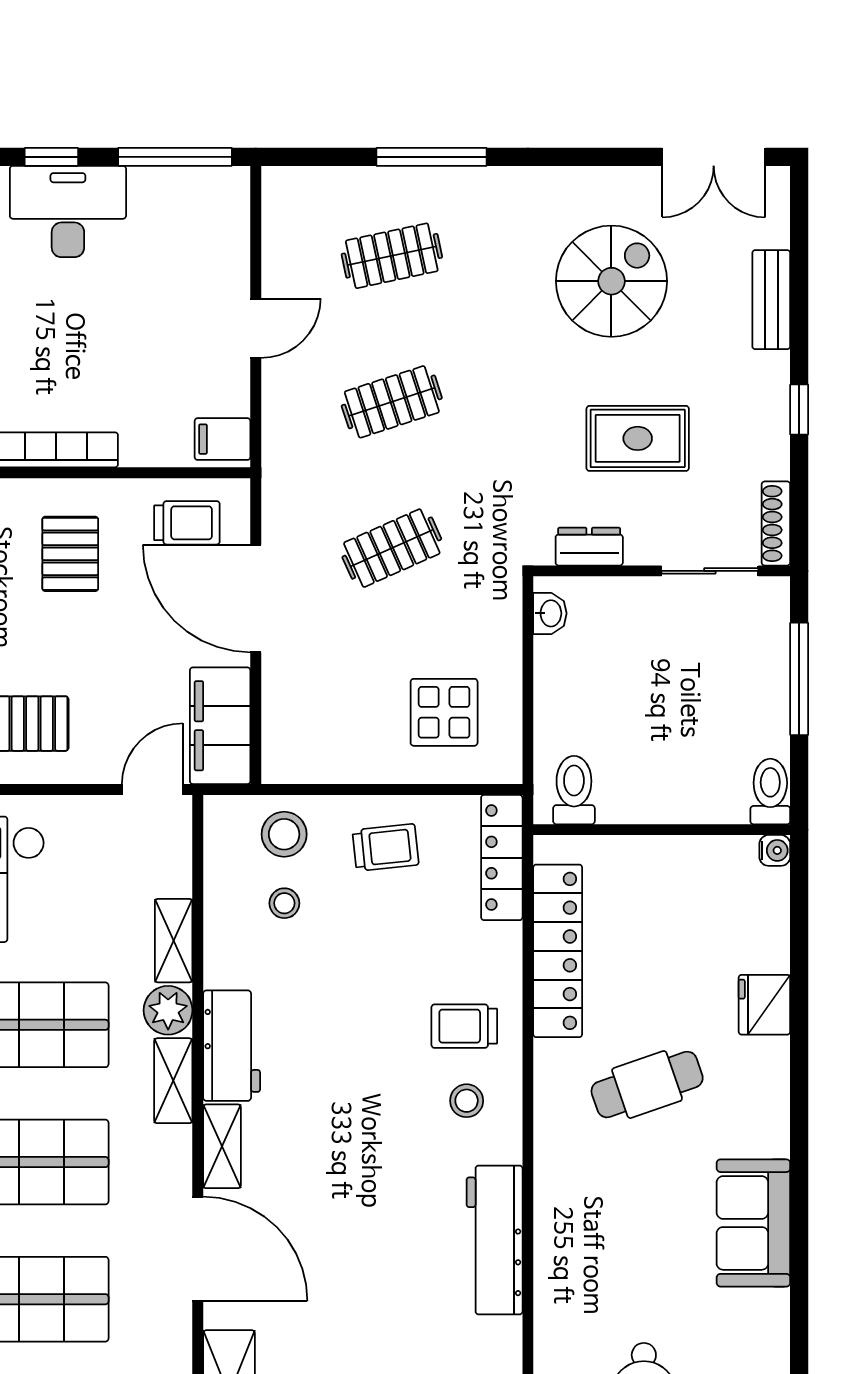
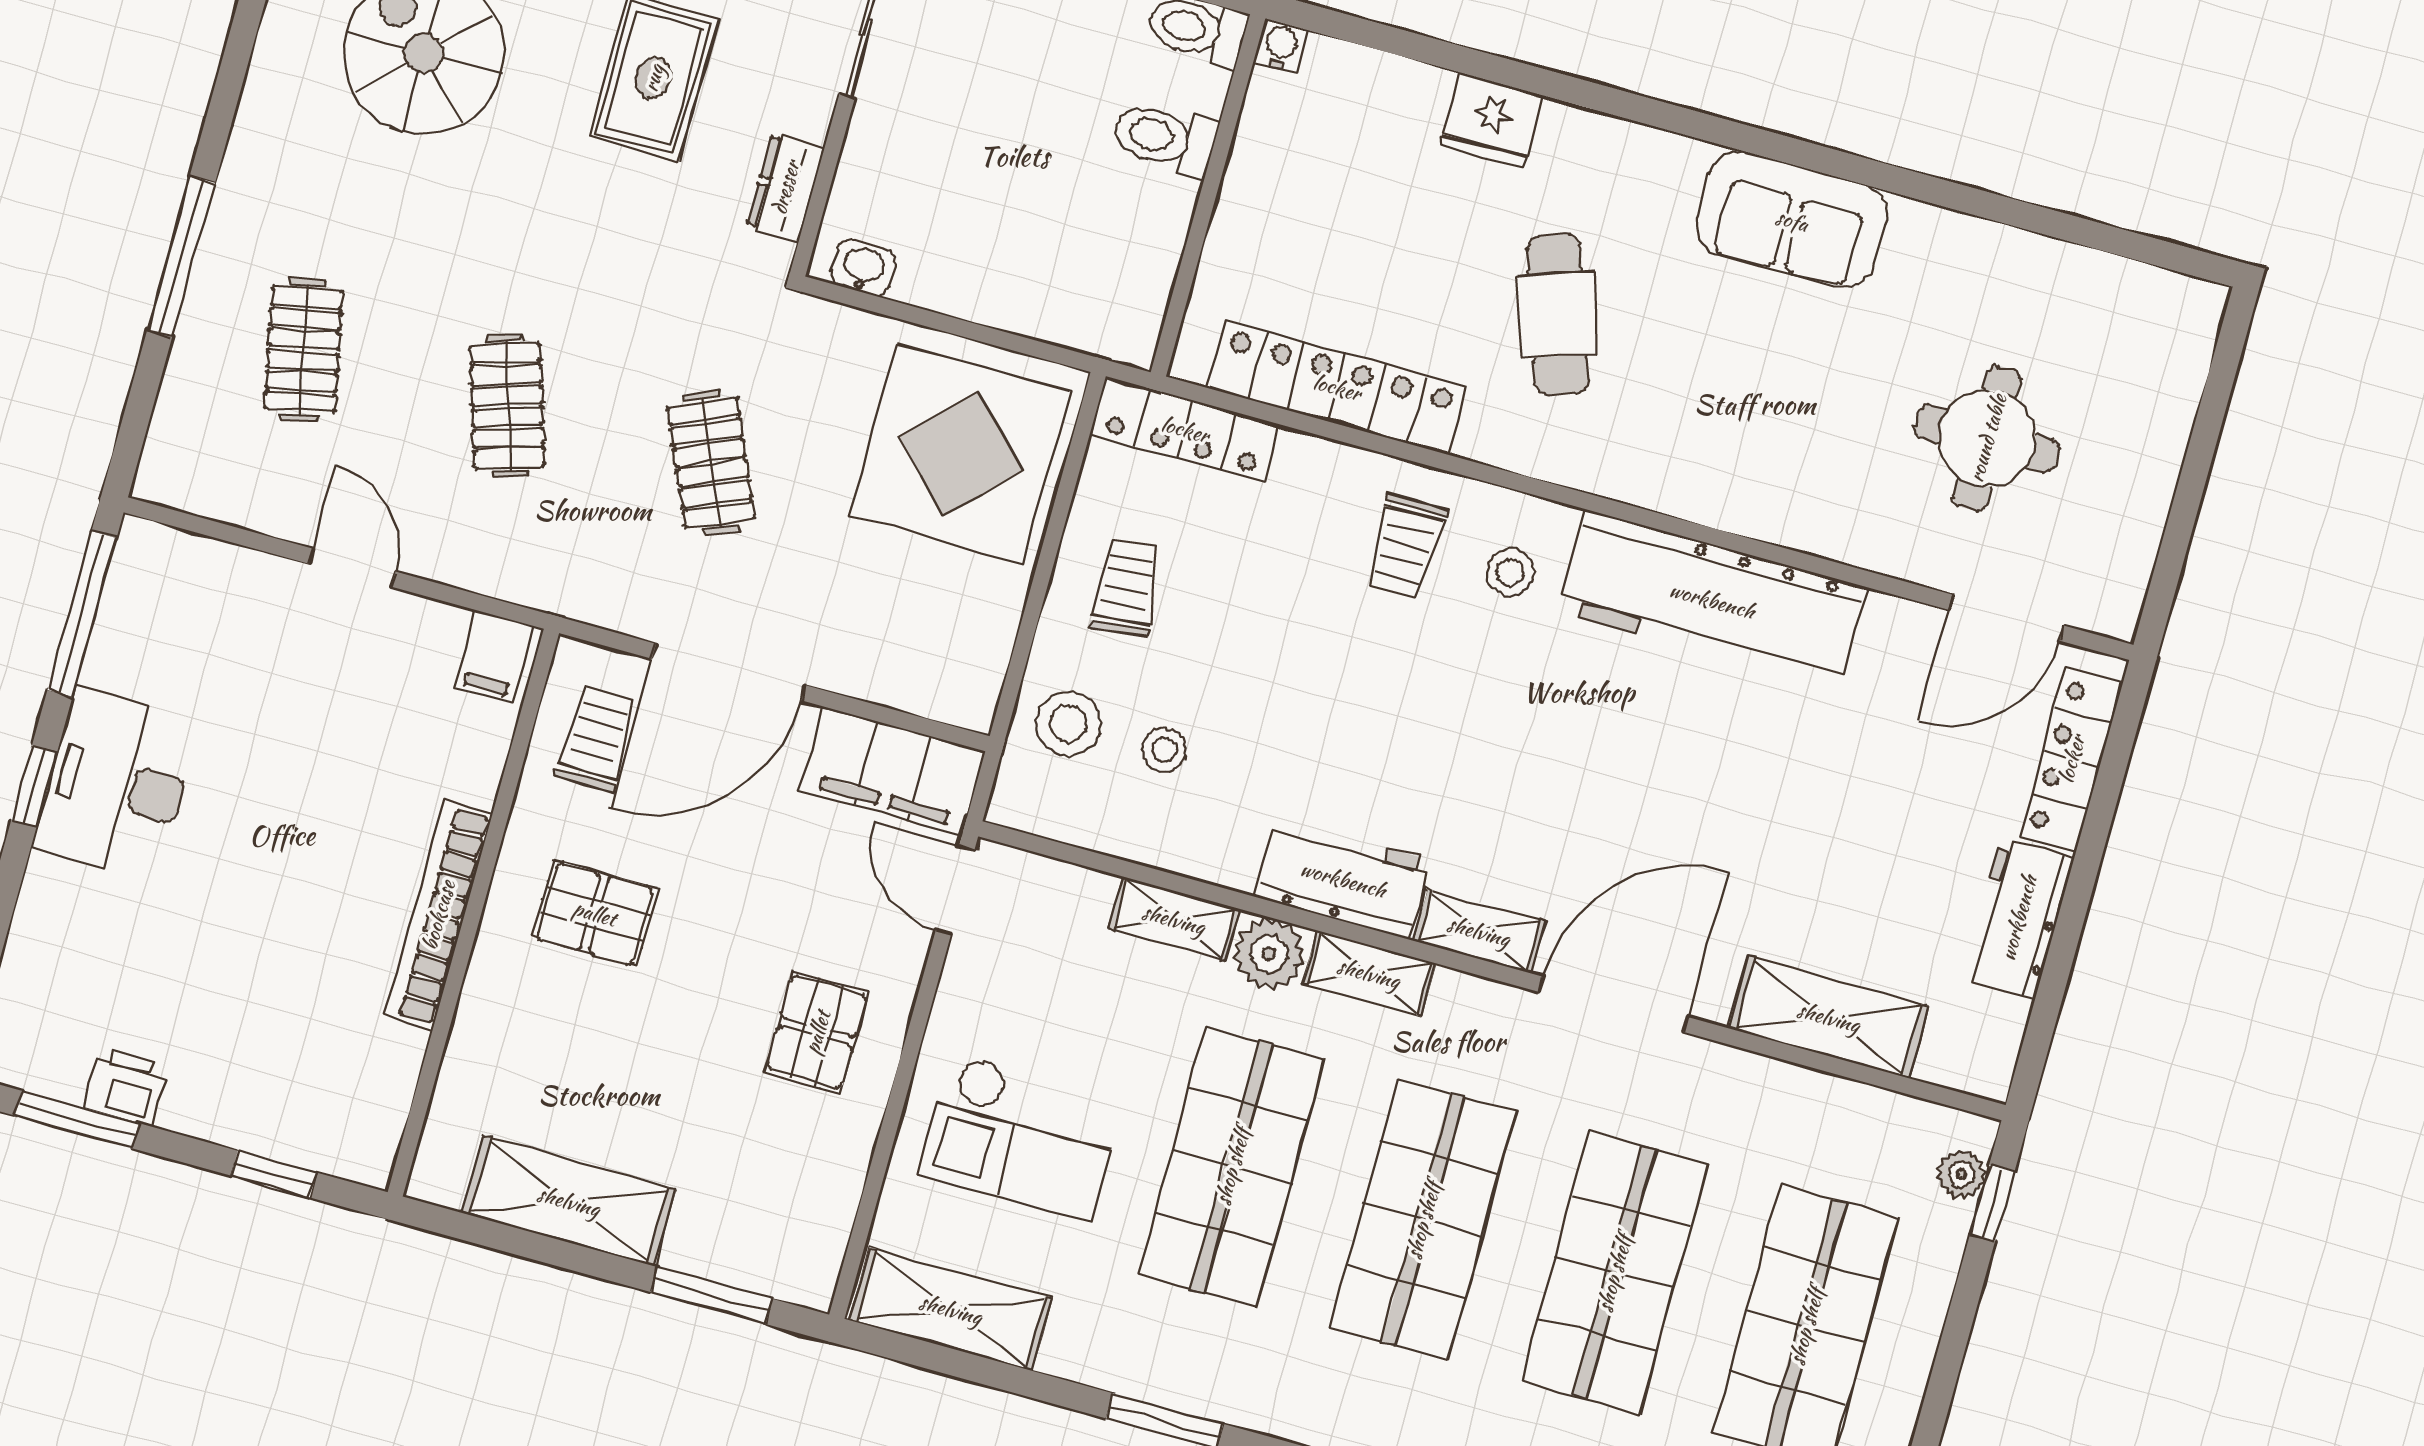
display table: (444, 712) -> (960, 454), width x1.86, depth x1.86
toilet: (574, 790) -> (1164, 138), moved
workbench: (495, 1240) -> (1712, 600), width x1.36, depth x1.32

